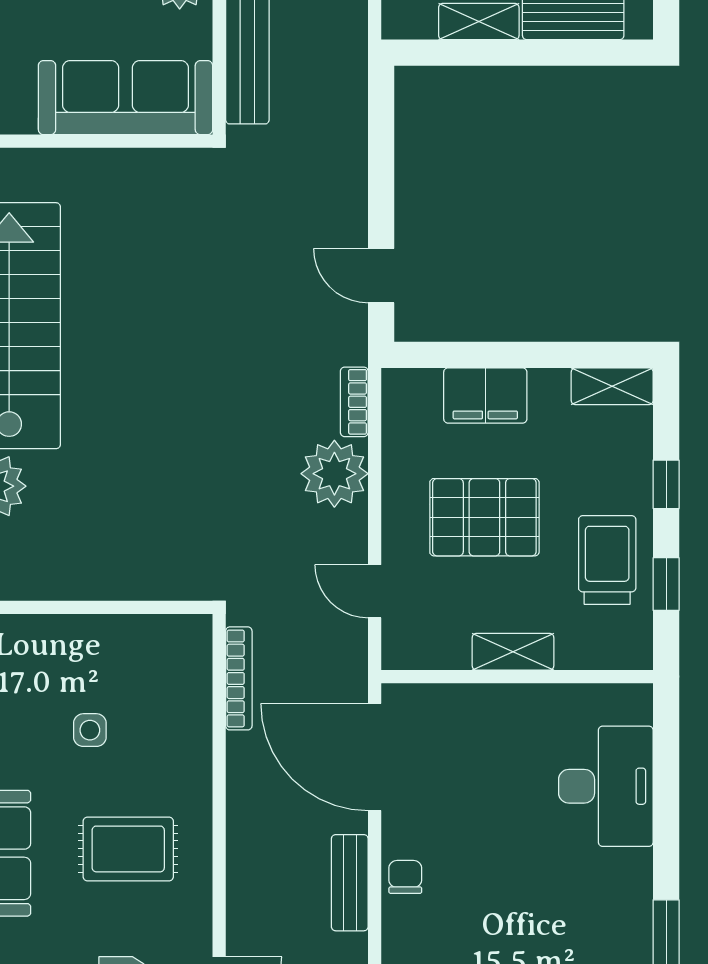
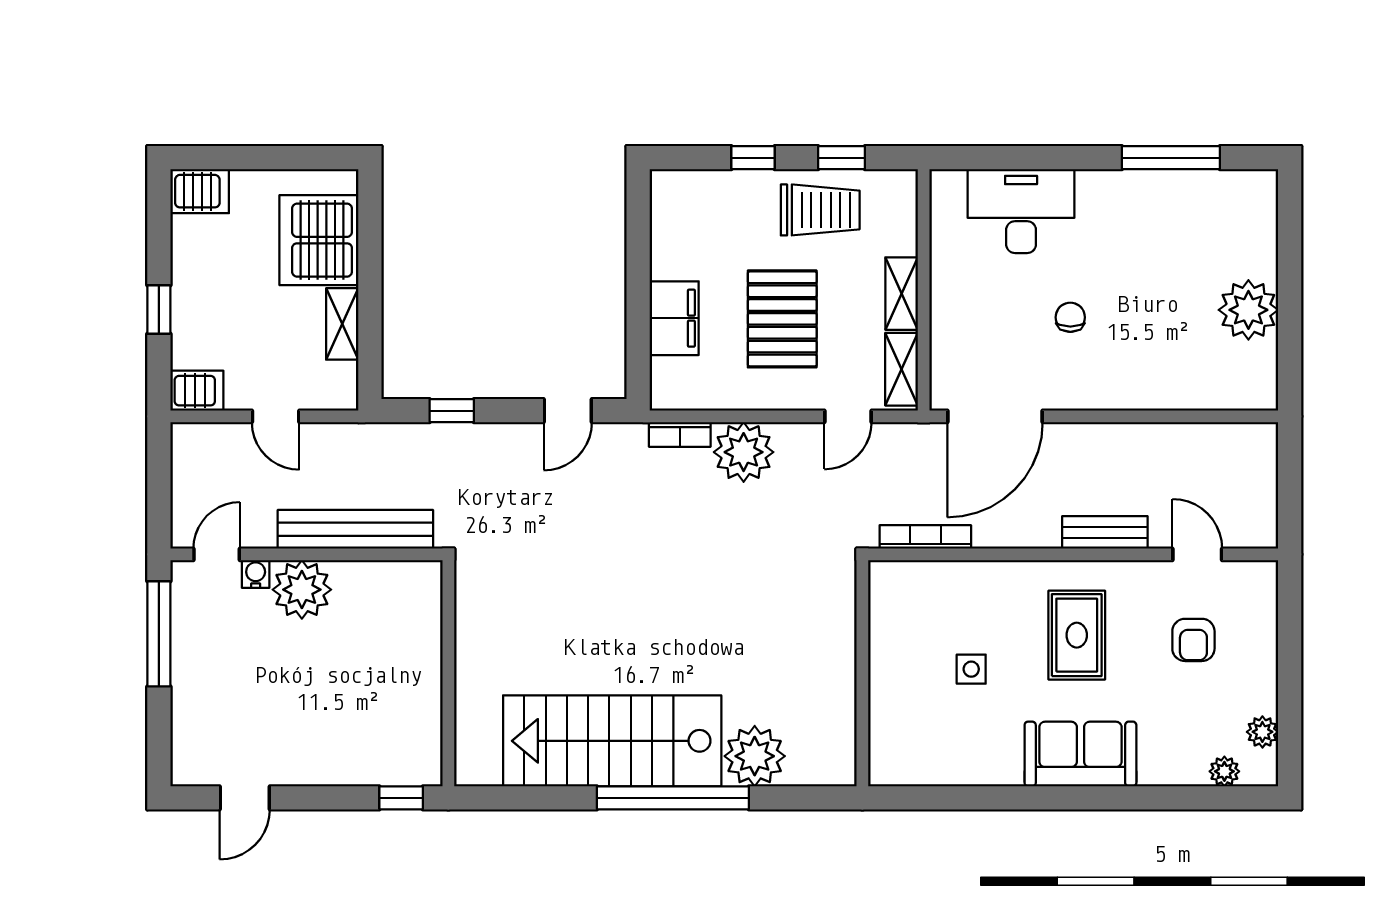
sofa: (125, 98) -> (410, 638), removed
window: (381, 145) -> (452, 411), added
shelving: (612, 386) -> (902, 369), moved
trolley: (607, 560) -> (820, 210), turned 180
chair: (405, 877) -> (1070, 317), moved, turned 90
bench: (350, 883) -> (1105, 532), moved

